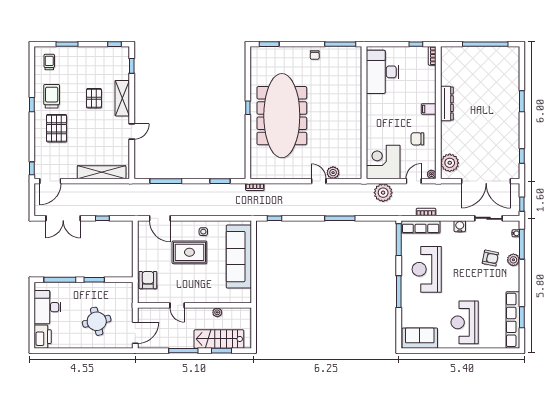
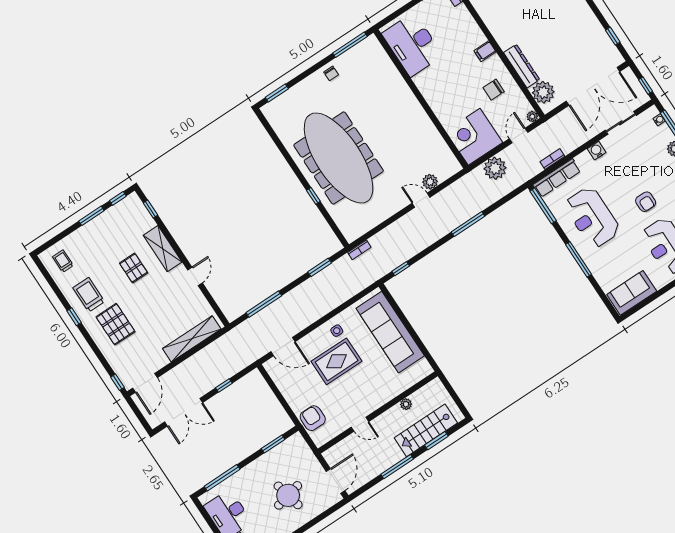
window: (67, 44) -> (91, 216), moved
dresser: (447, 104) -> (522, 66), moved
window: (248, 108) -> (313, 196), moved
armchair: (490, 258) -> (646, 202), moved, turned 79
window: (94, 280) -> (273, 444), moved

